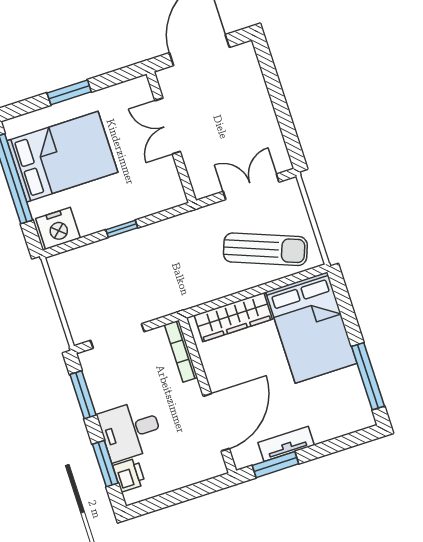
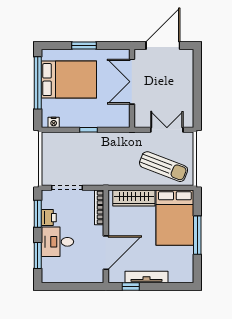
double door: (168, 126) -> (132, 82), width x1.37
nightstand: (58, 228) -> (54, 122), width x0.53, depth x0.56
window: (368, 376) -> (197, 235), moved
tv unit: (286, 444) -> (147, 277), width x1.41
window: (275, 465) -> (131, 286), width x0.67
printer: (129, 475) -> (49, 218), moved

